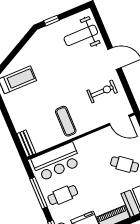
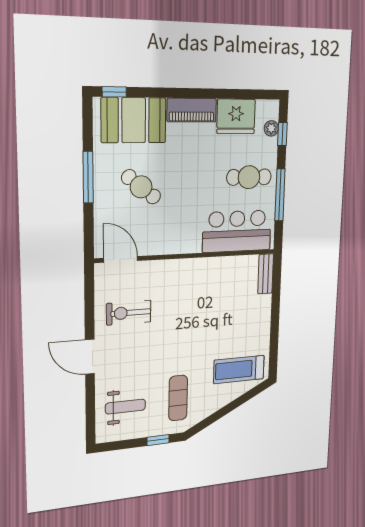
weight bench: (81, 35) -> (125, 407), width x0.73, depth x0.75
exercise mat: (66, 121) -> (178, 398), moved

